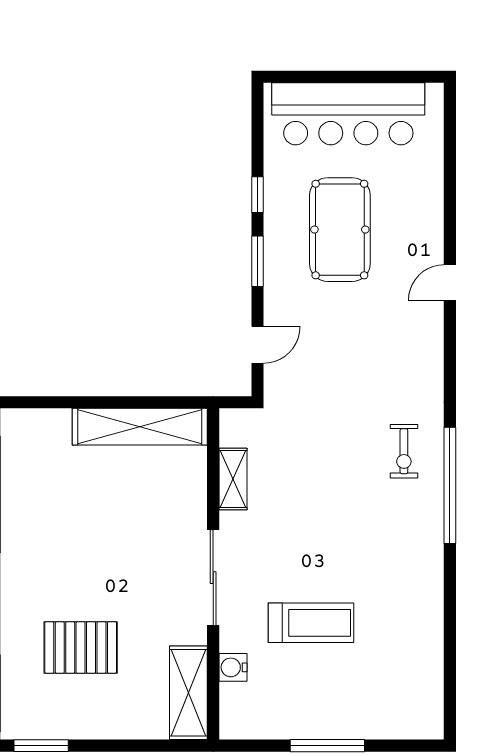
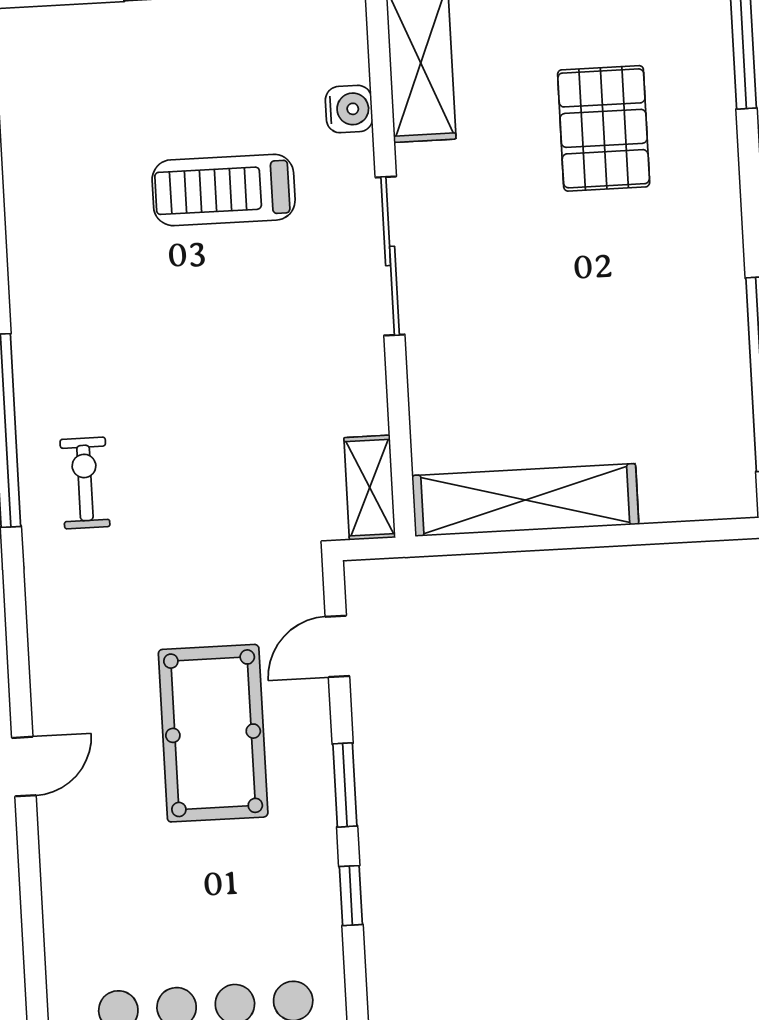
pool table: (340, 230) -> (213, 733), moved
shelving: (233, 479) -> (370, 488), moved
pallet: (81, 647) -> (604, 128), turned 90

